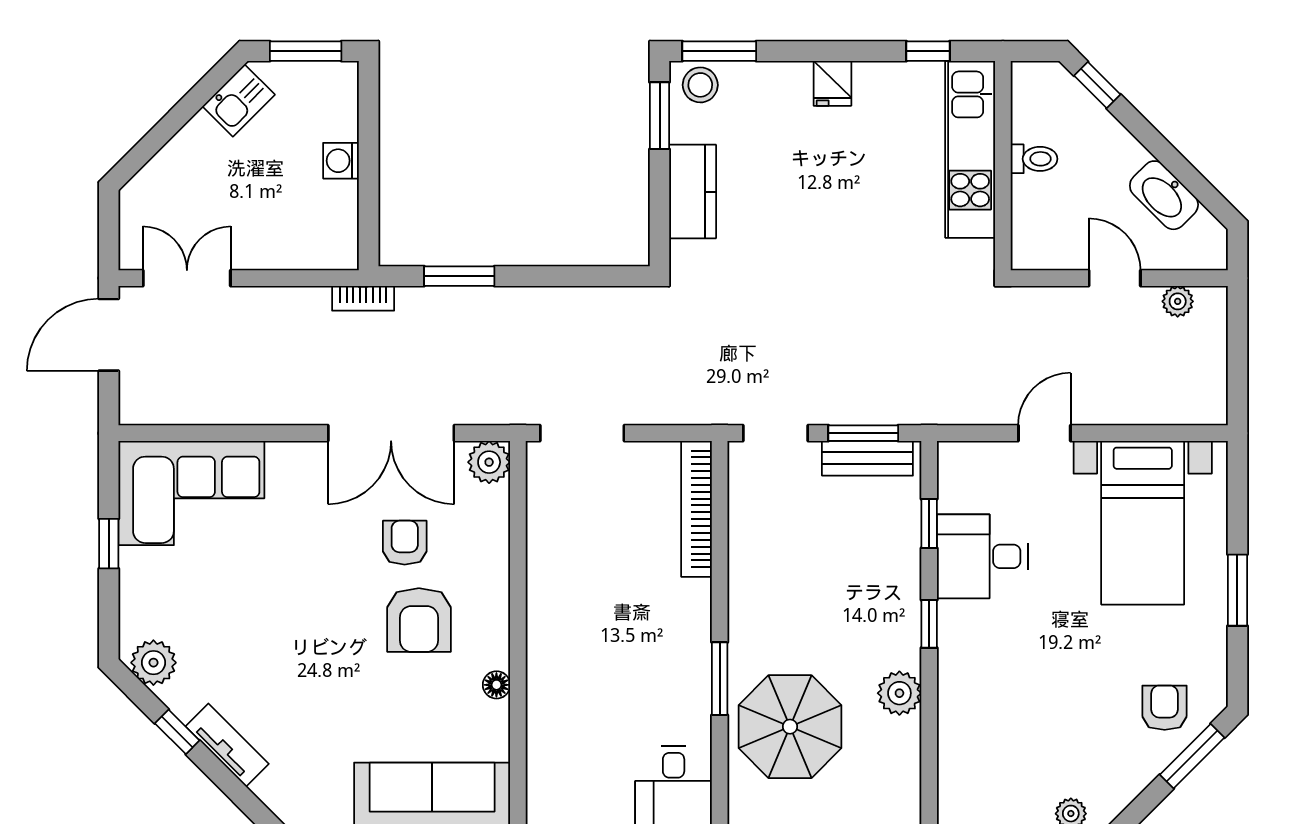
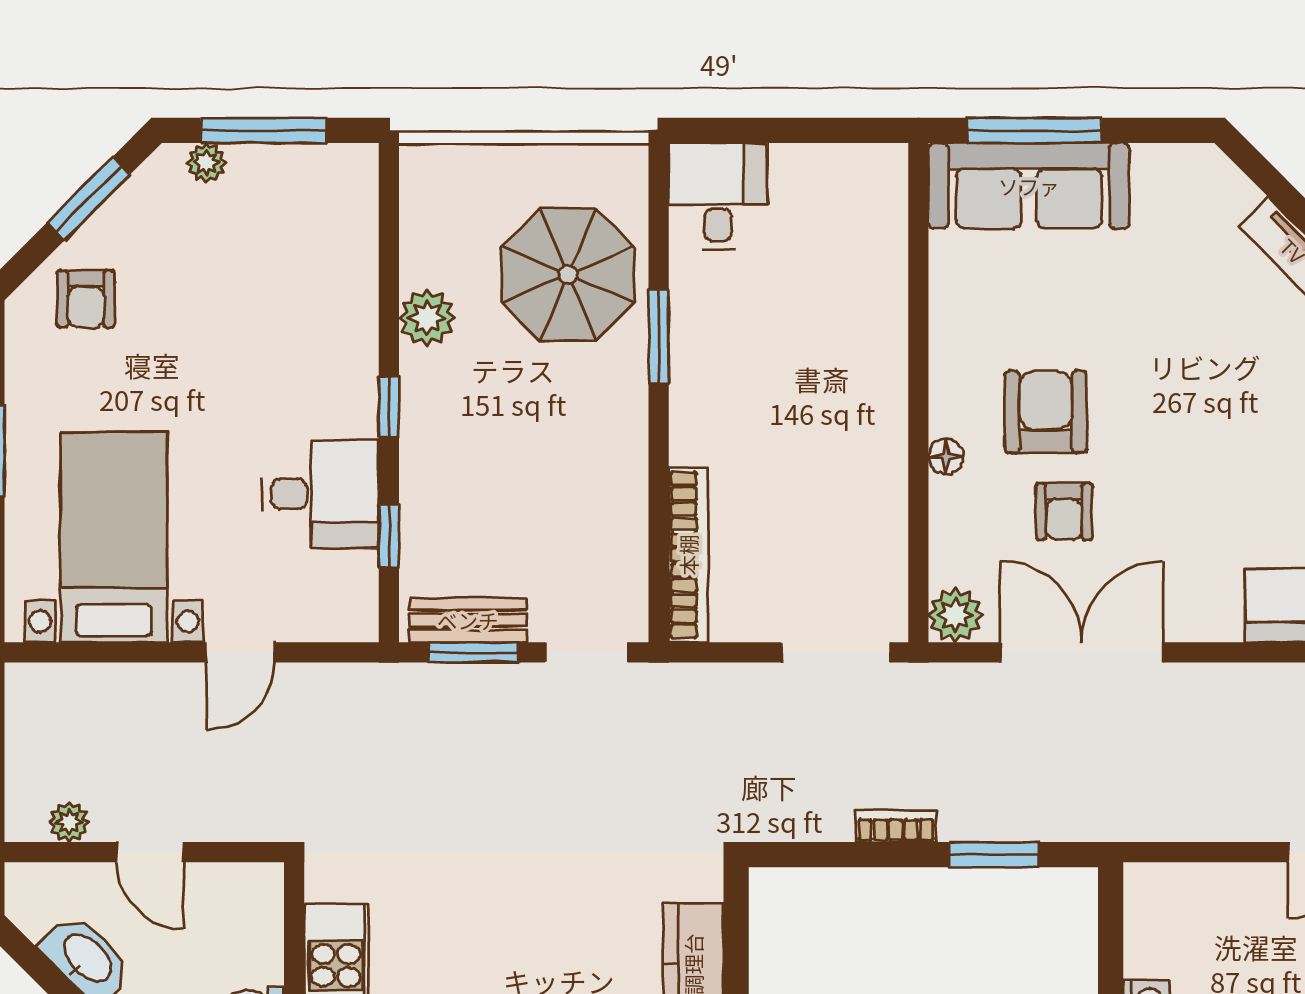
bookcase: (363, 298) -> (896, 826), moved
floor lamp: (496, 685) -> (946, 456), moved
window: (1192, 756) -> (88, 199), moved

